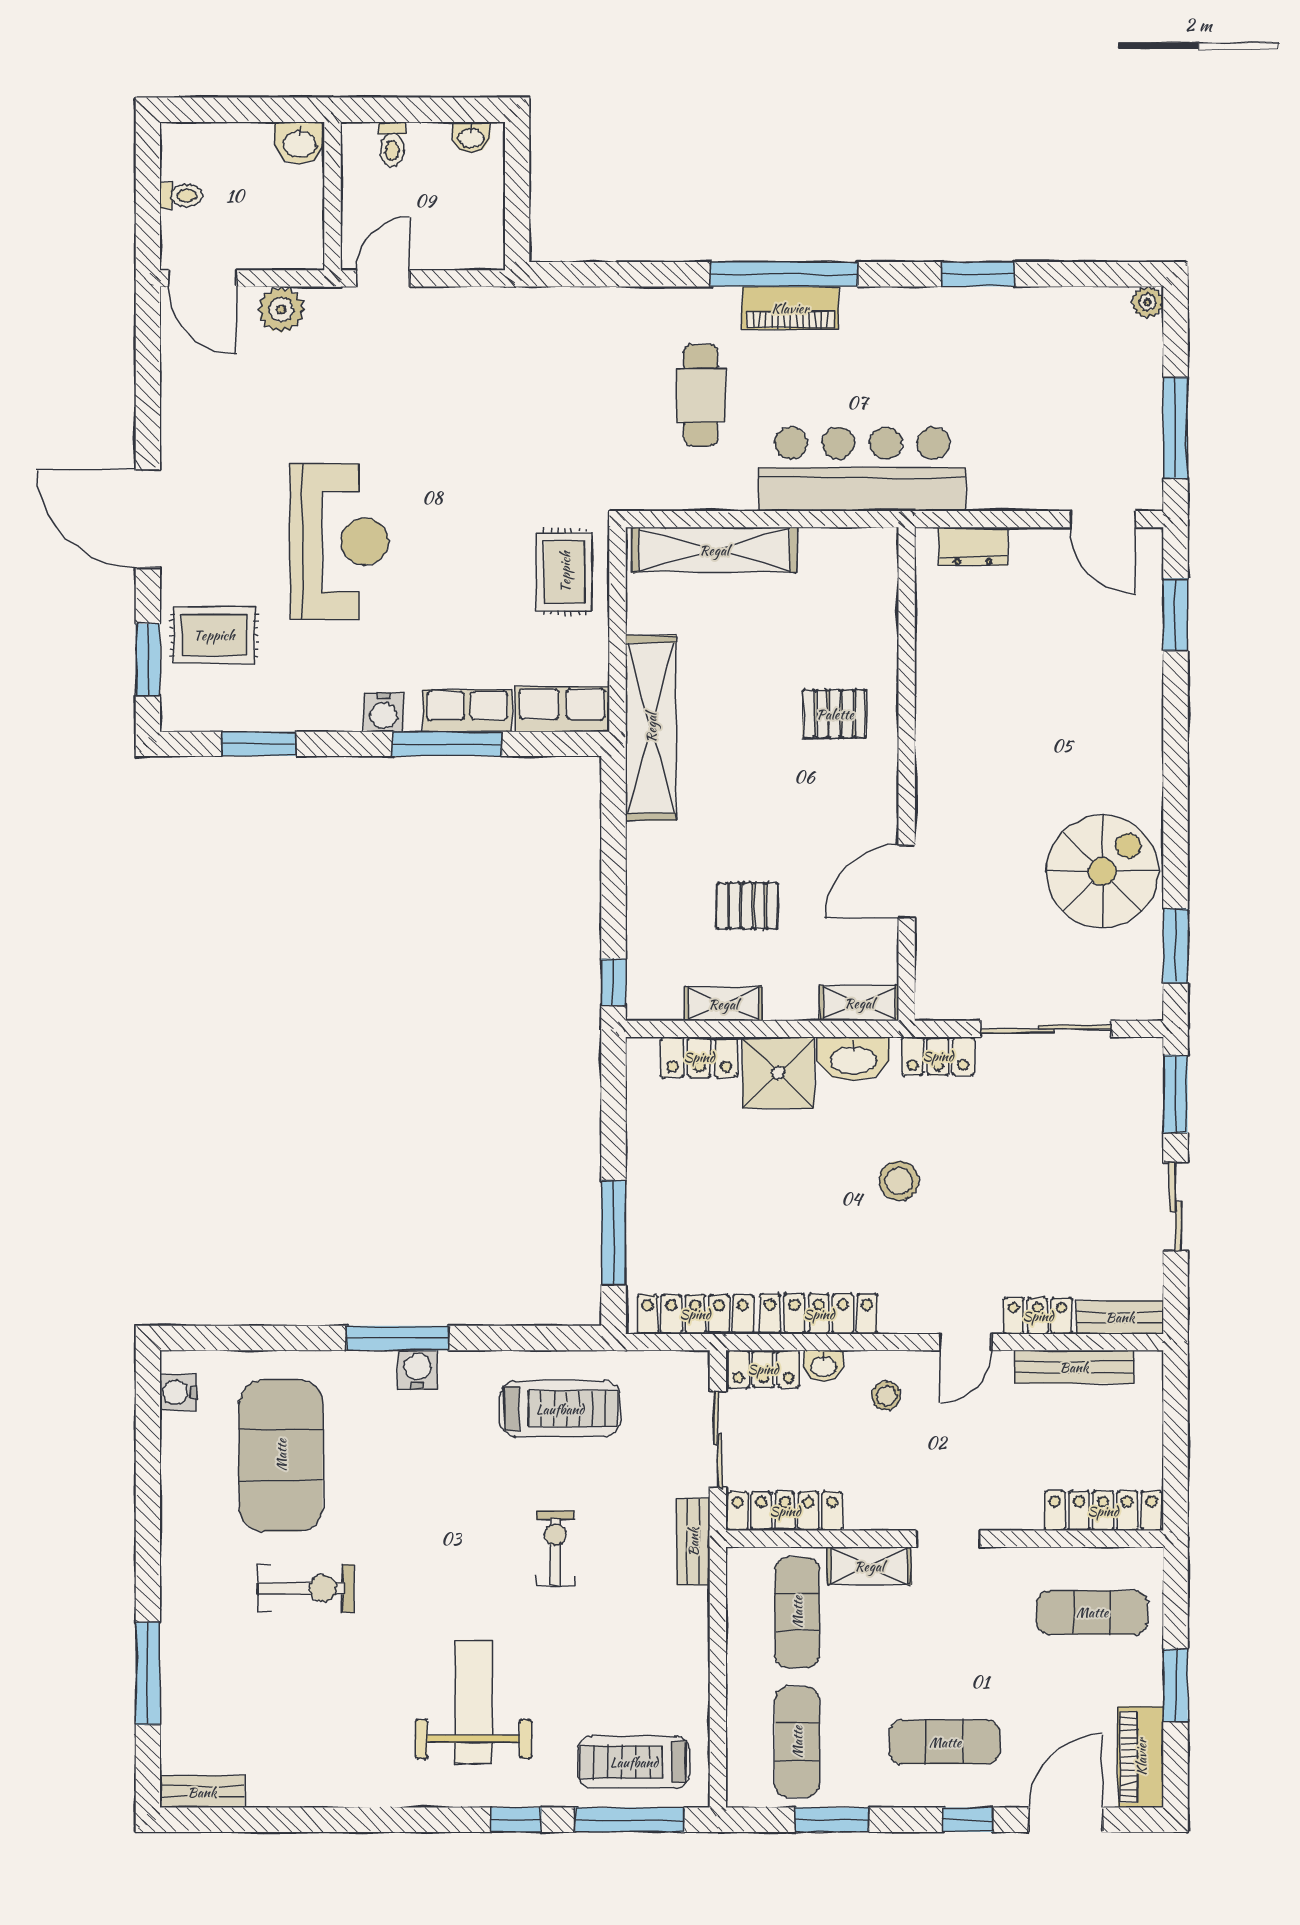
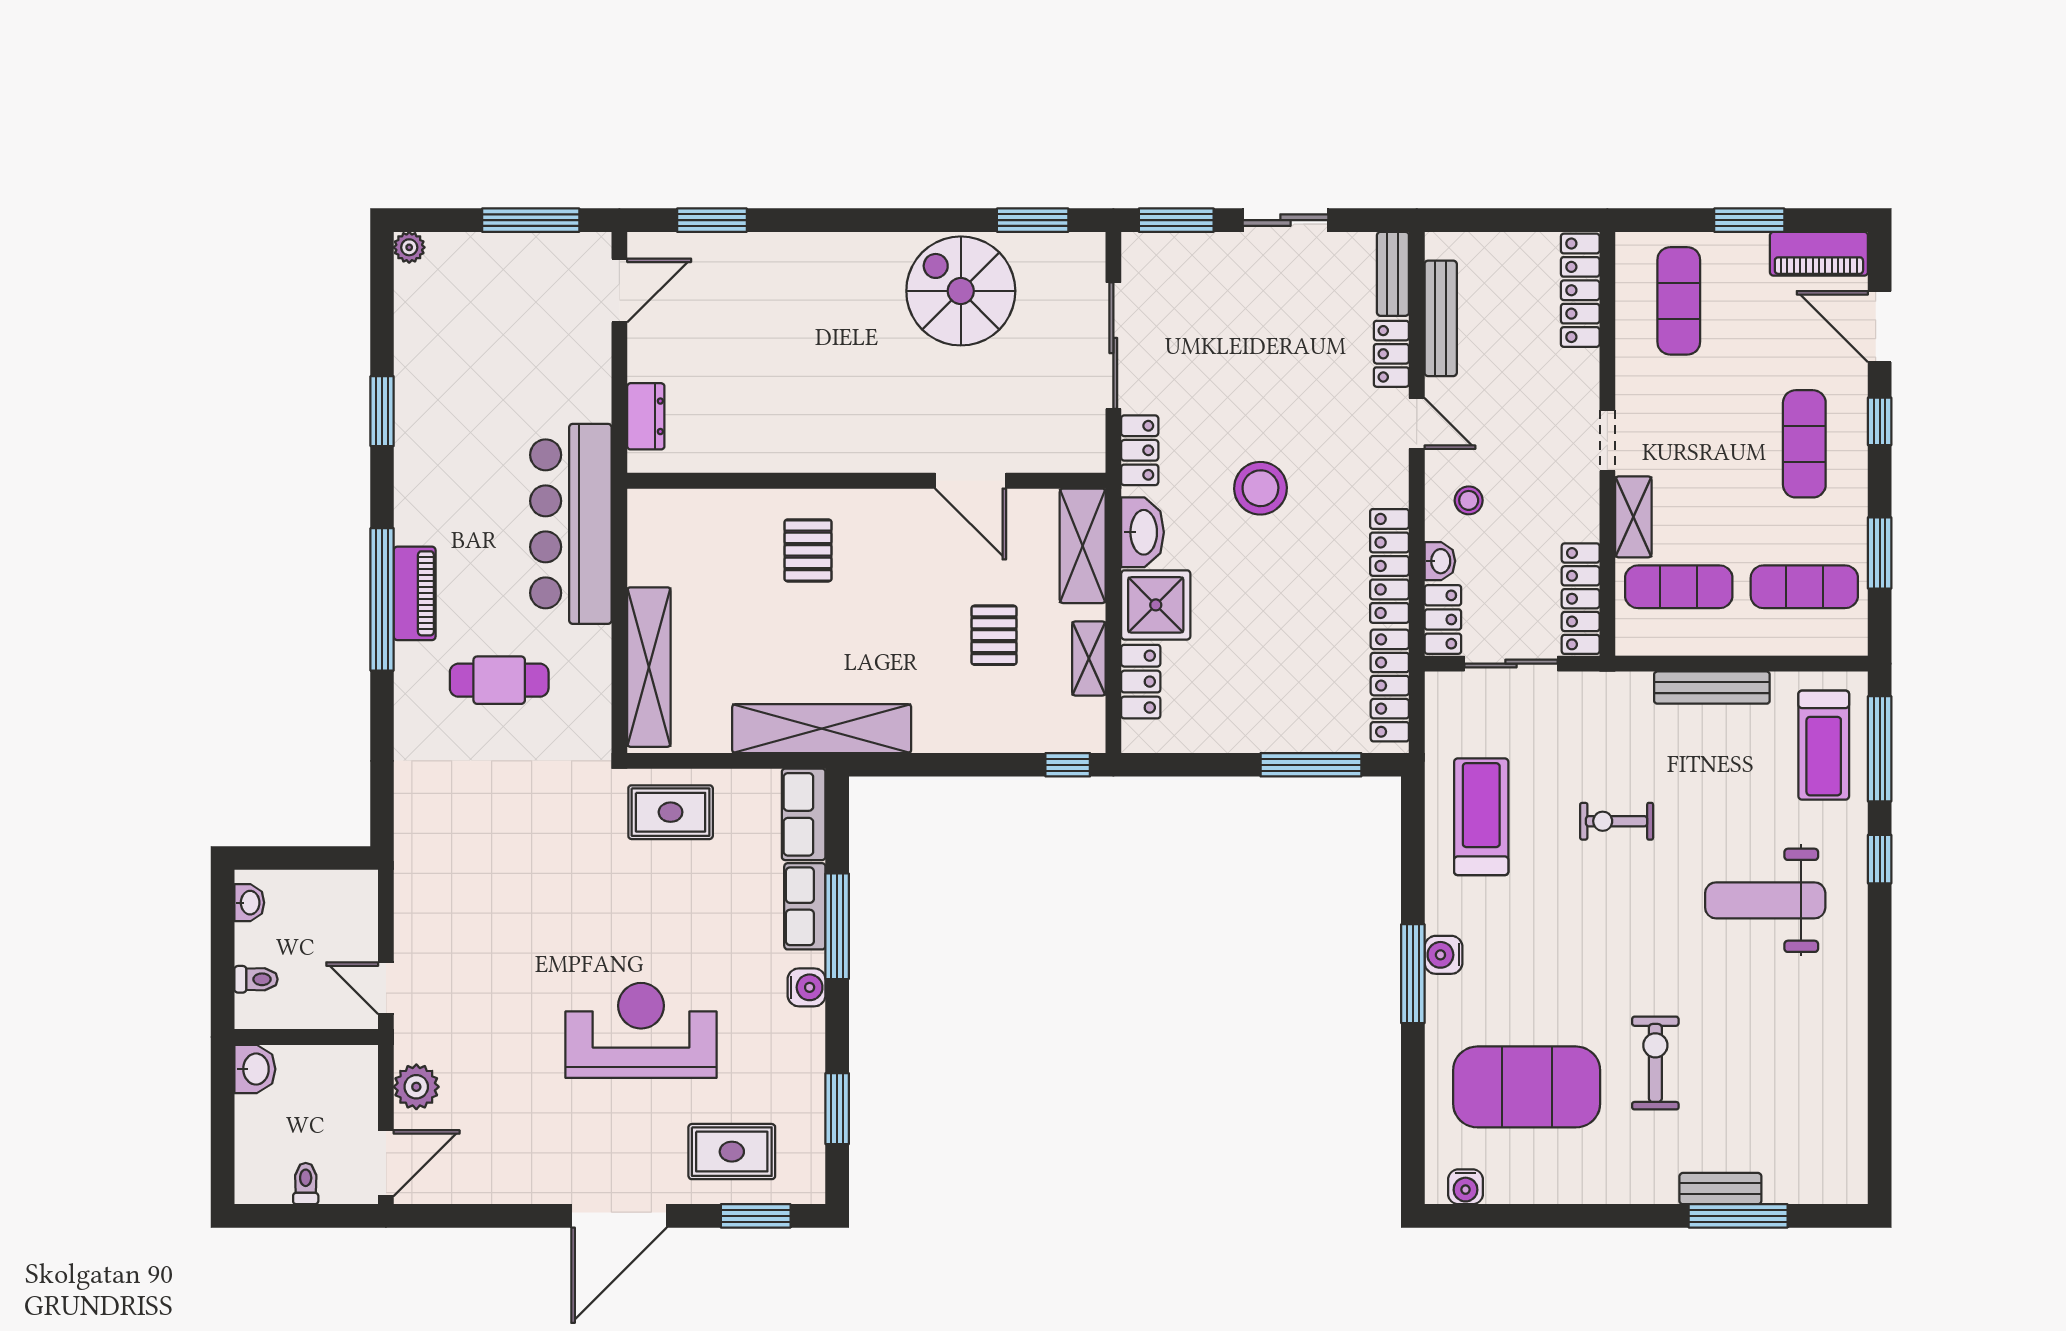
rug: (214, 635) -> (732, 1152), turned 90
shelving: (859, 1003) -> (1083, 546), width x1.50, depth x1.33
stool: (899, 1181) -> (1260, 488), width x1.38, depth x1.38
bench: (693, 1542) -> (1712, 688), moved, width x1.36
bench: (202, 1792) -> (1720, 1189), moved, turned 90

